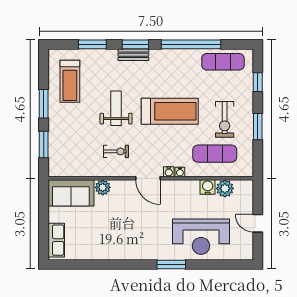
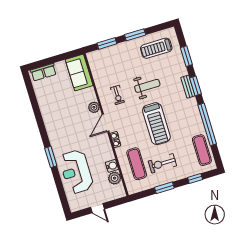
plant: (103, 187) -> (94, 107), moved
door: (258, 223) -> (97, 208), swing flipped

